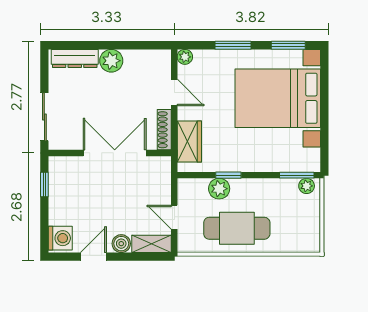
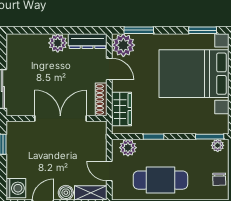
window: (233, 45) -> (139, 30), moved
plant: (185, 57) -> (123, 45), width x1.88, depth x1.88
dresser: (75, 58) -> (88, 41), moved
plant: (219, 189) -> (128, 148), moved
chair: (309, 227) -> (219, 179), added

